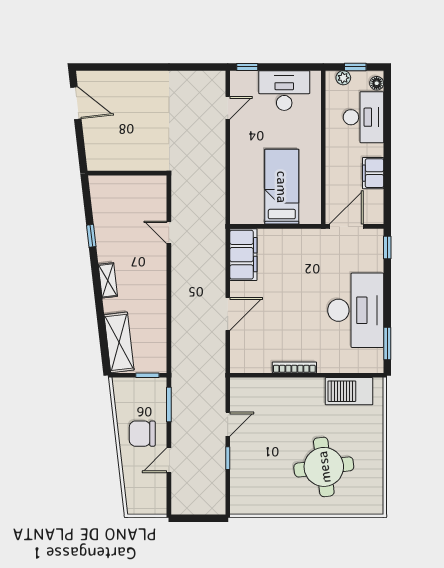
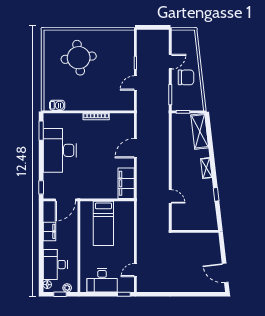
barbecue: (349, 391) -> (57, 105), width x0.53, depth x0.65

